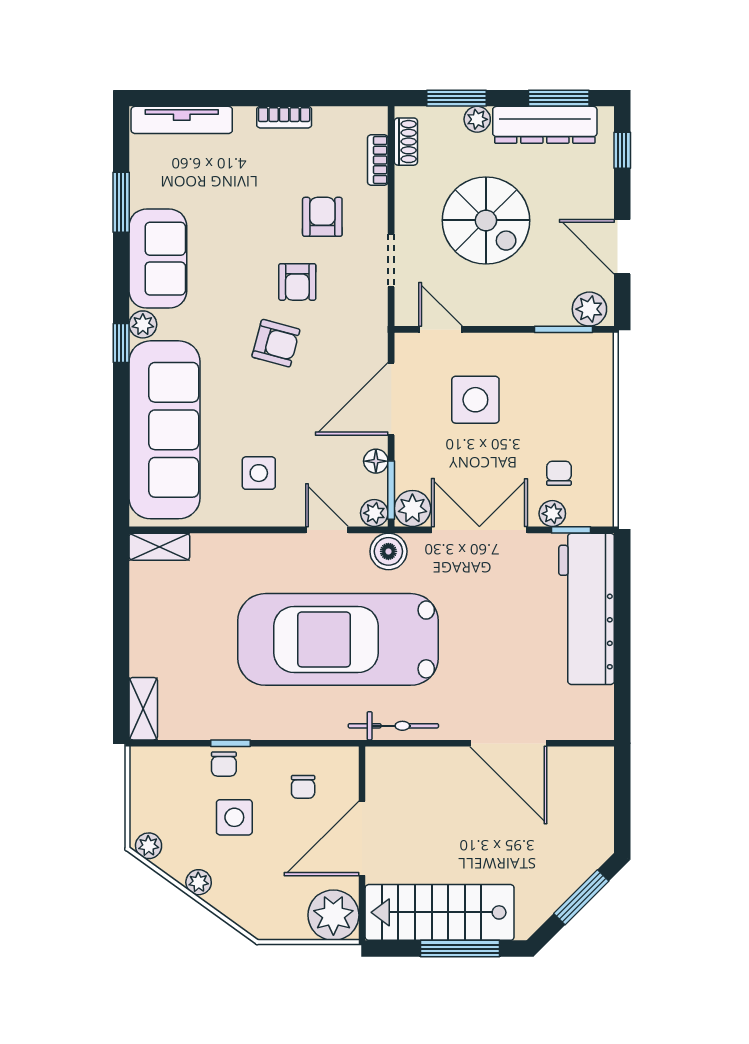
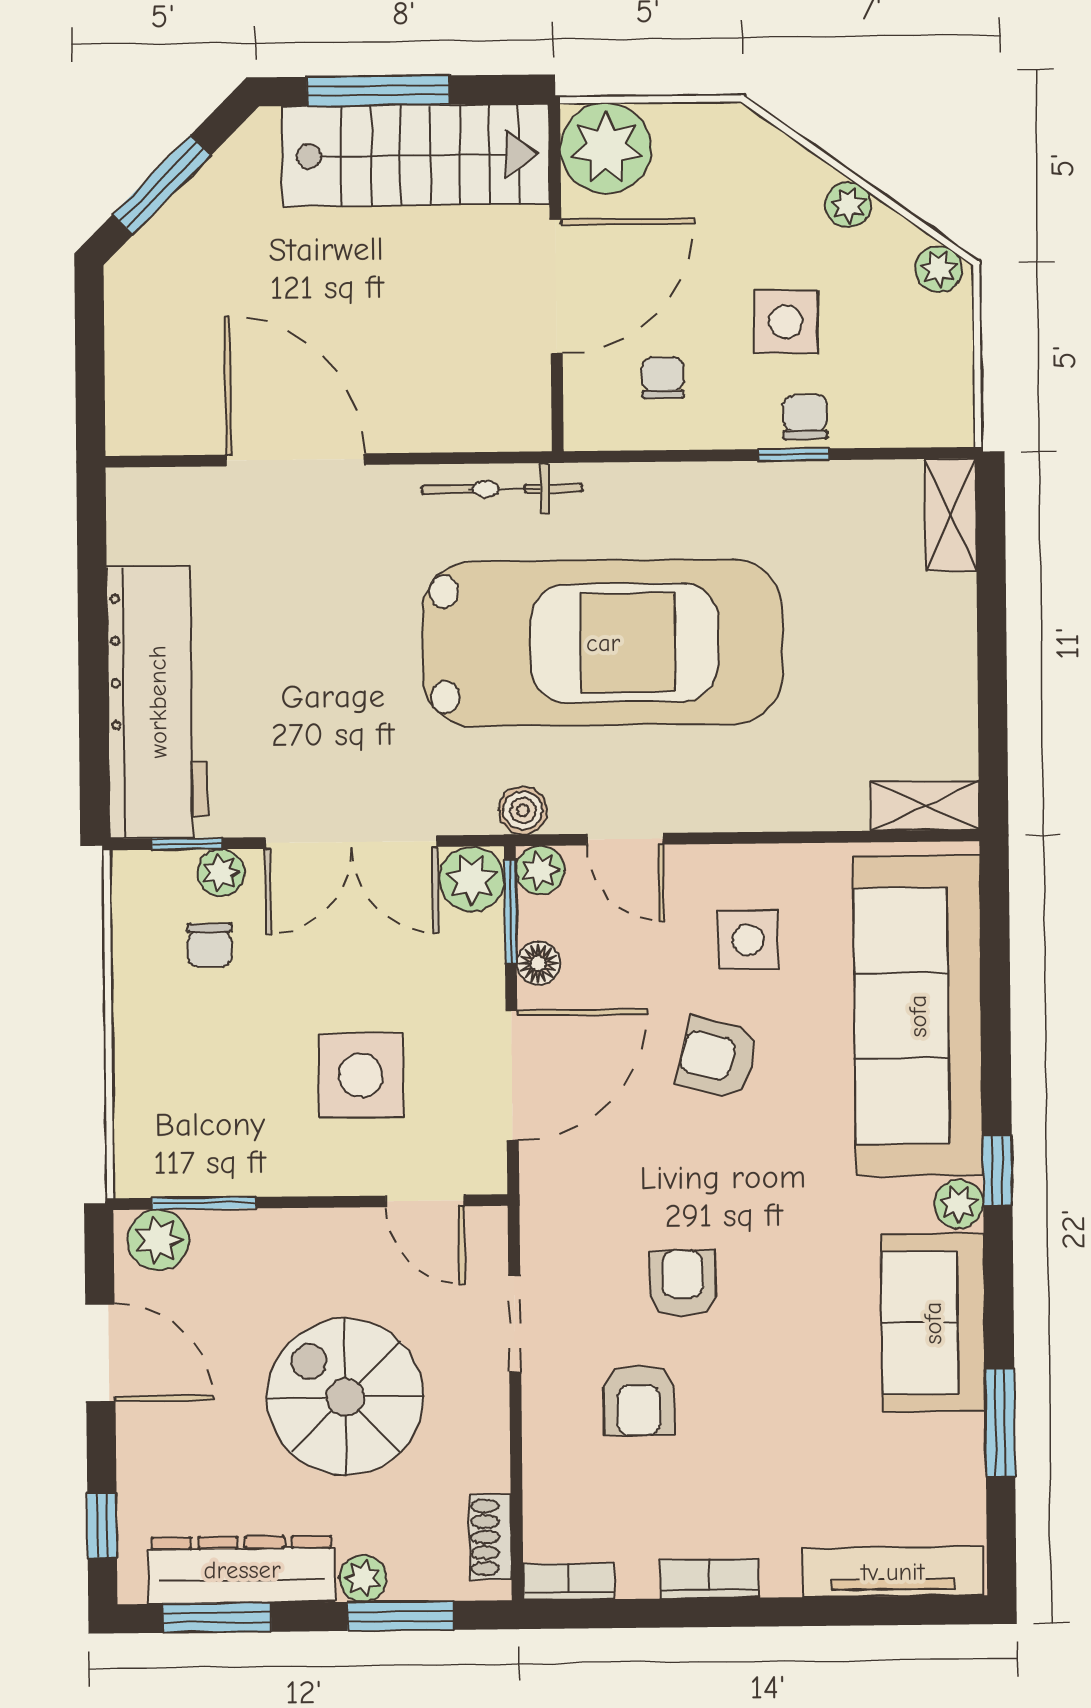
bookcase: (378, 160) -> (569, 1581), moved, turned -90
armchair: (276, 343) -> (717, 1058), moved
boiler: (388, 551) -> (523, 810), width x0.73, depth x0.73

